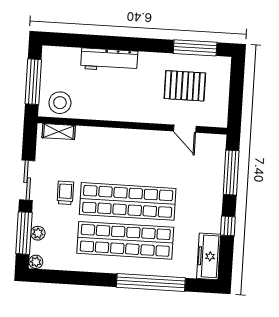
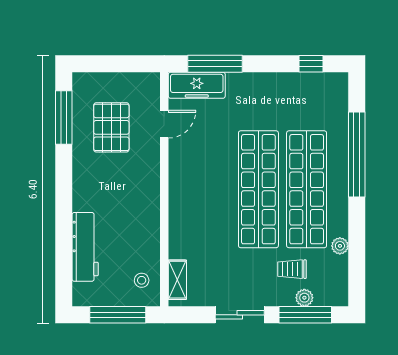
workbench: (109, 60) -> (85, 247), moved
stool: (60, 103) -> (142, 280), width x0.53, depth x0.53
trolley: (65, 193) -> (292, 269), moved
window: (228, 226) -> (311, 64), moved
freezer: (209, 256) -> (197, 85), moved
plant: (36, 262) -> (340, 246), moved

